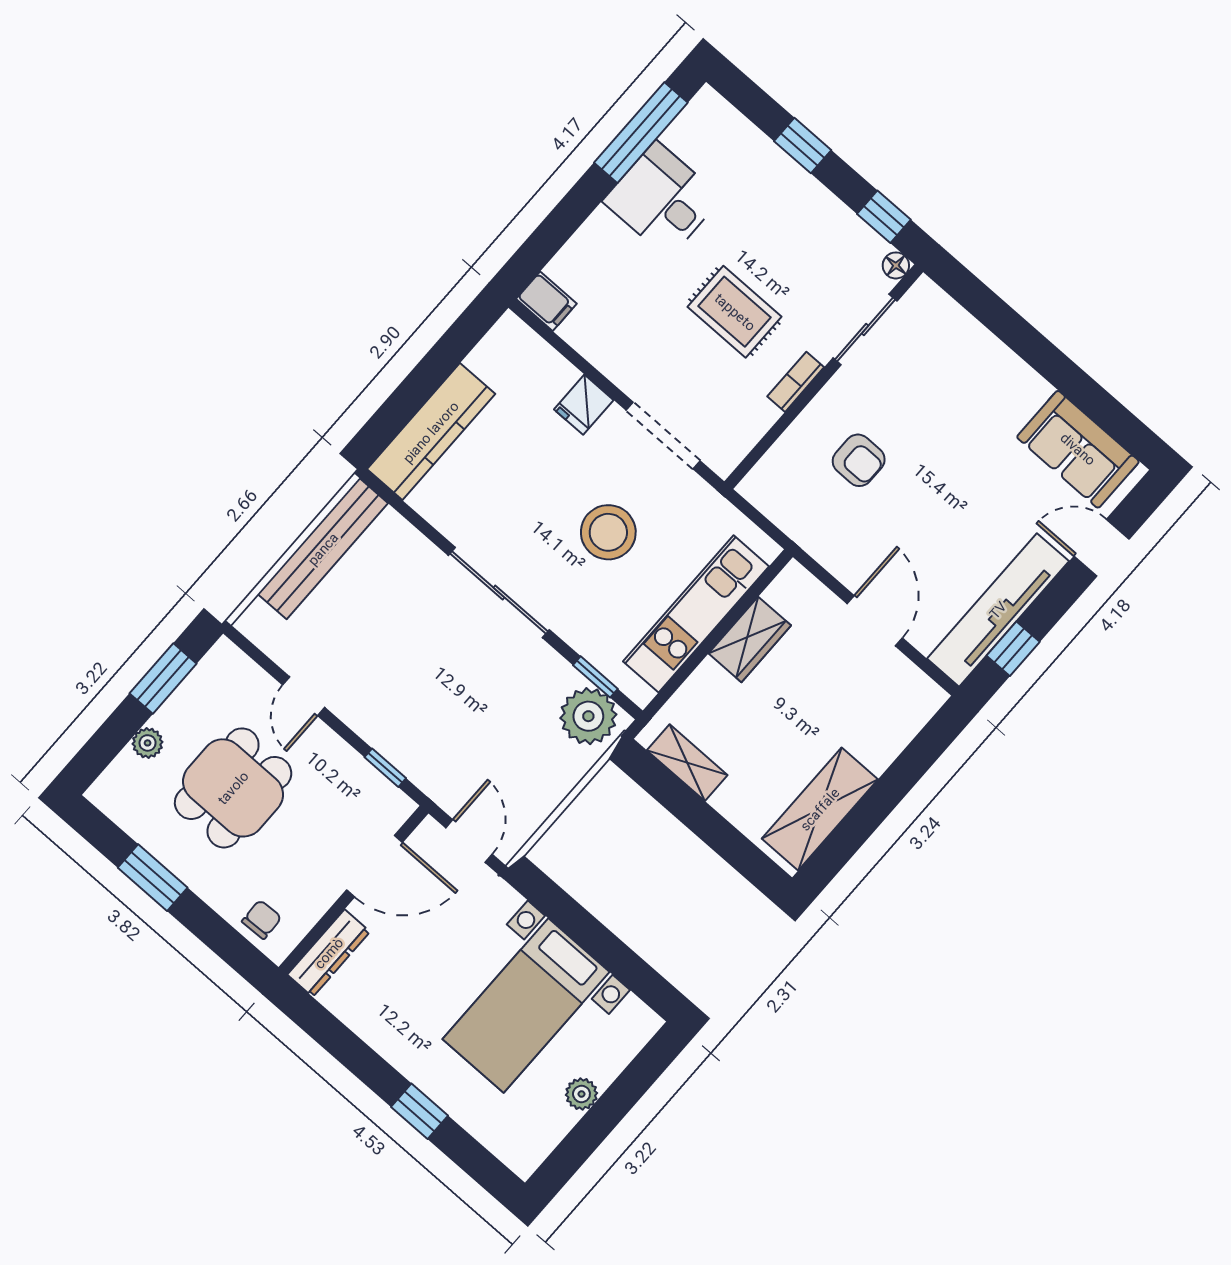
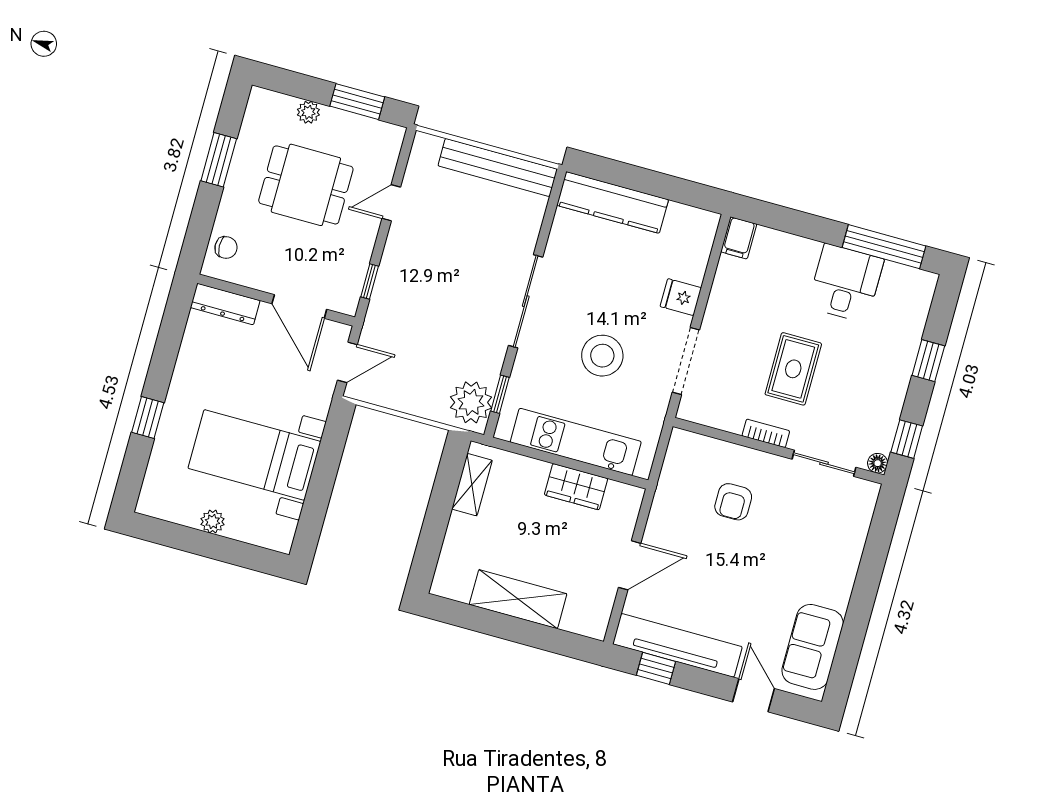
shelving: (820, 809) -> (518, 599), moved

